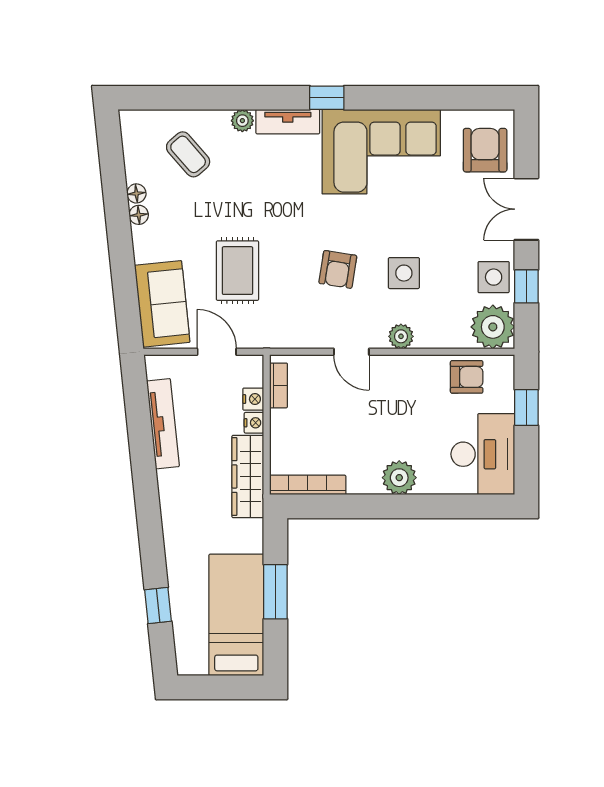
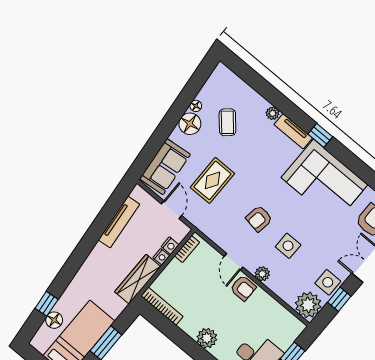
coffee table: (188, 154) -> (227, 122), moved
floor lamp: (139, 215) -> (190, 124), width x1.89, depth x1.89
armchair: (467, 377) -> (243, 288), moved
floor lamp: (185, 618) -> (54, 320), added

